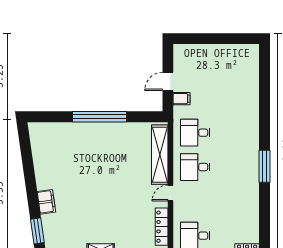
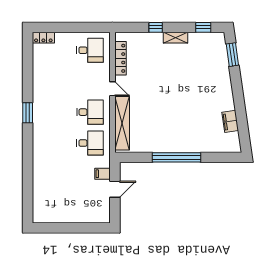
window: (264, 166) -> (28, 113), width x0.69
door: (170, 193) -> (112, 89), hinge flipped
filing cabinet: (46, 202) -> (230, 121), moved

